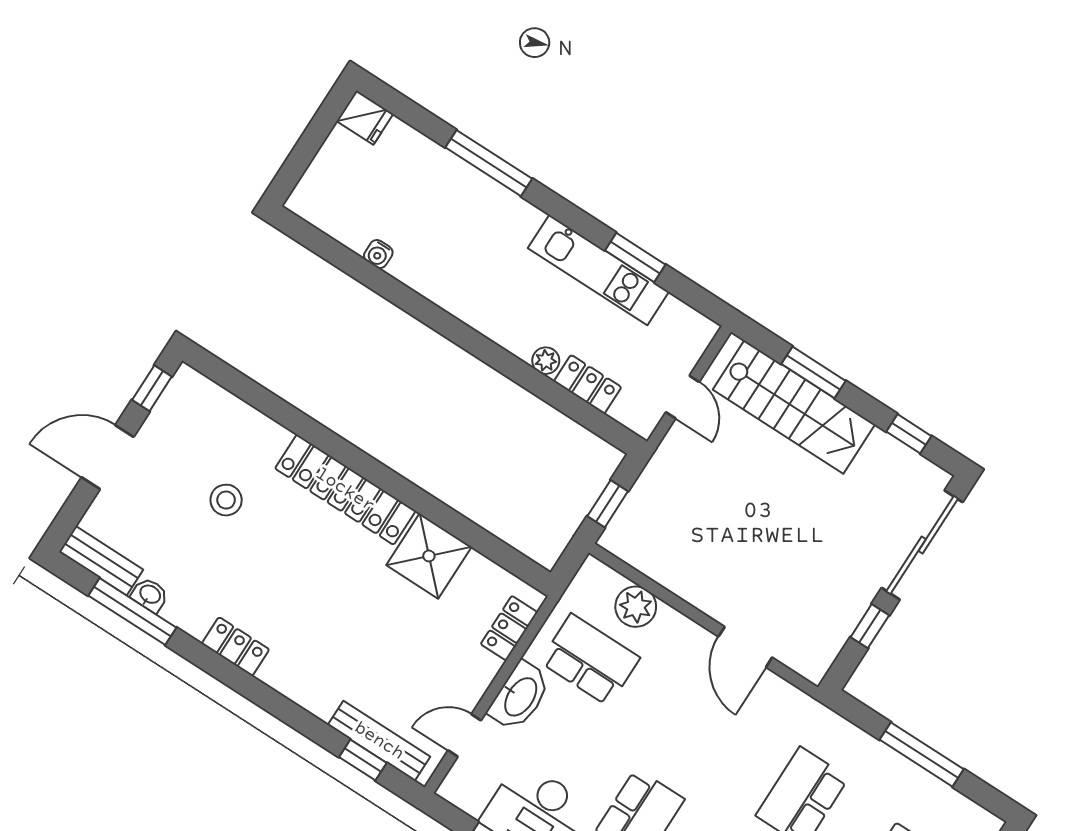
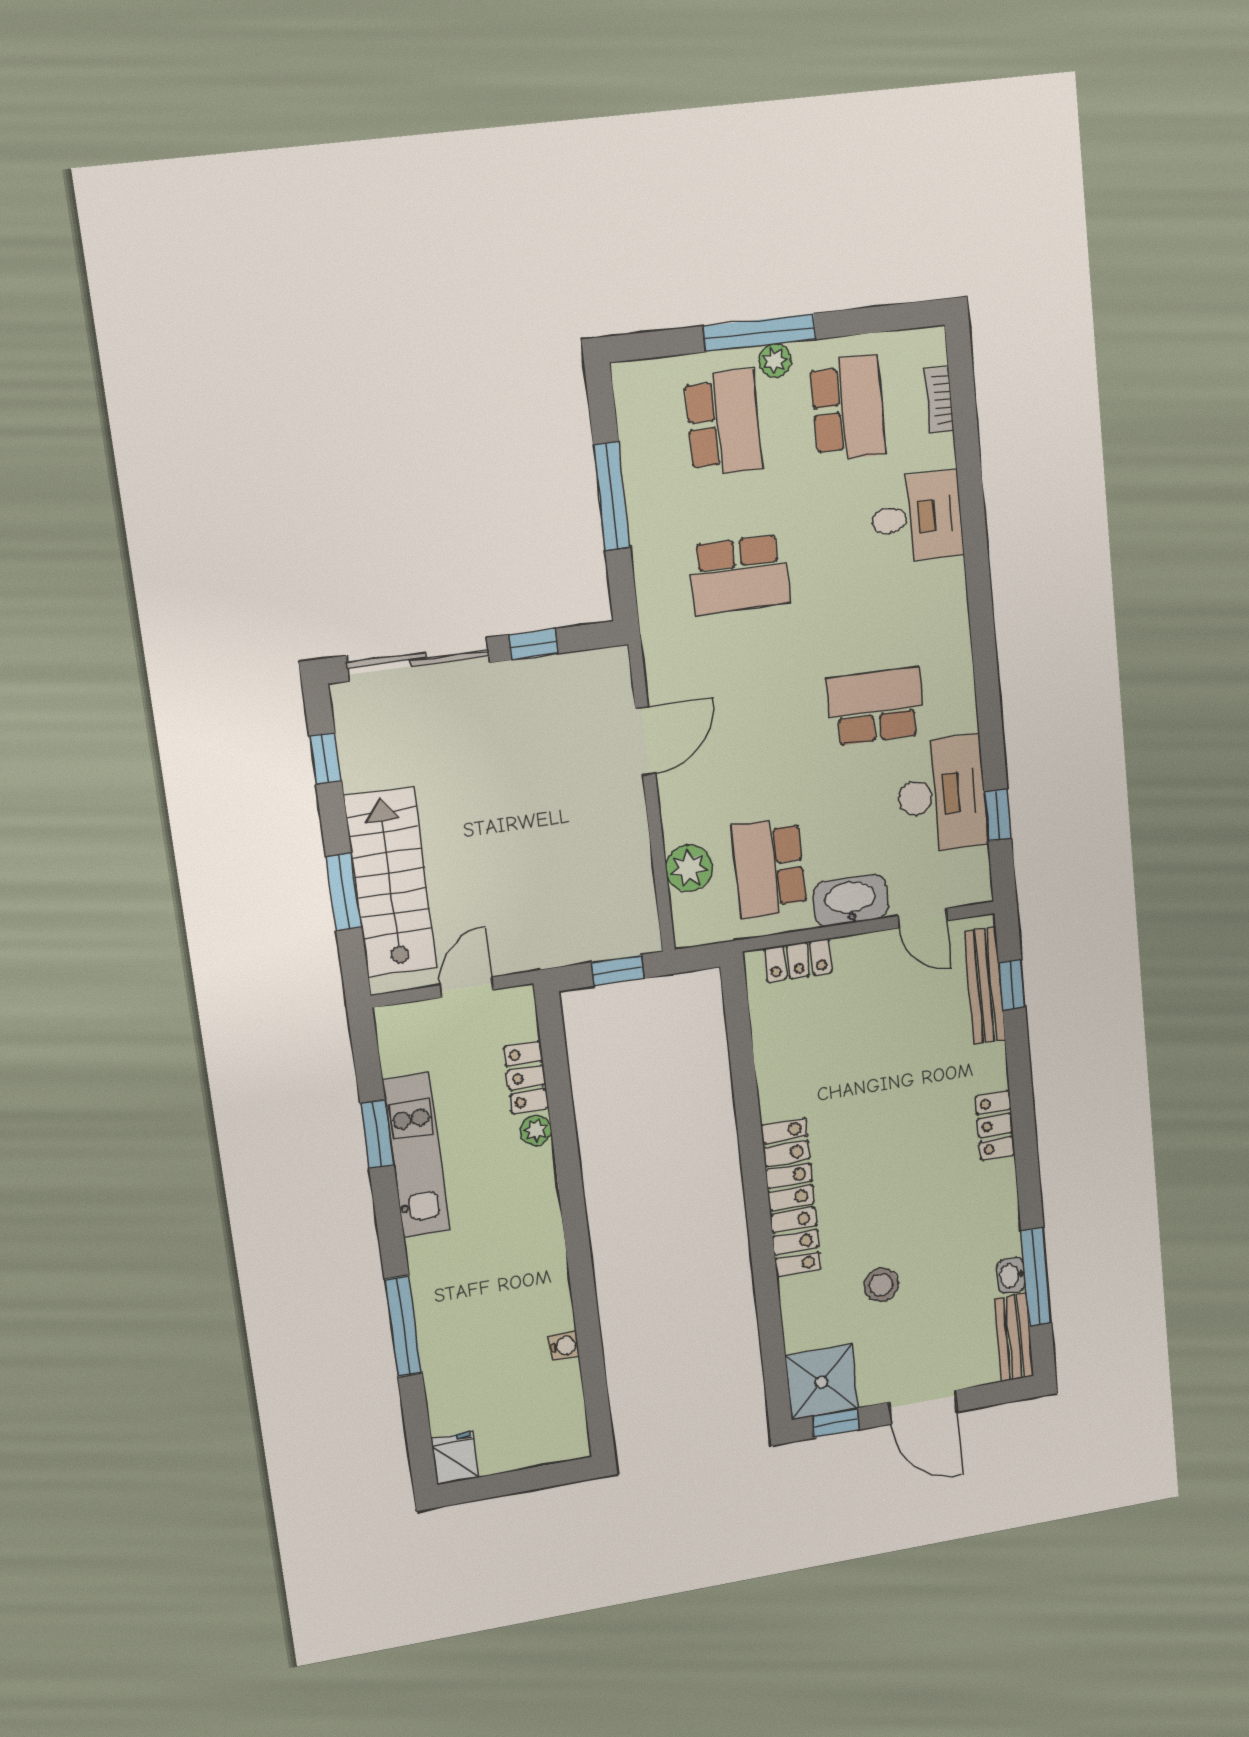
shower: (429, 556) -> (822, 1382), moved
locker: (235, 647) -> (995, 1126), moved

